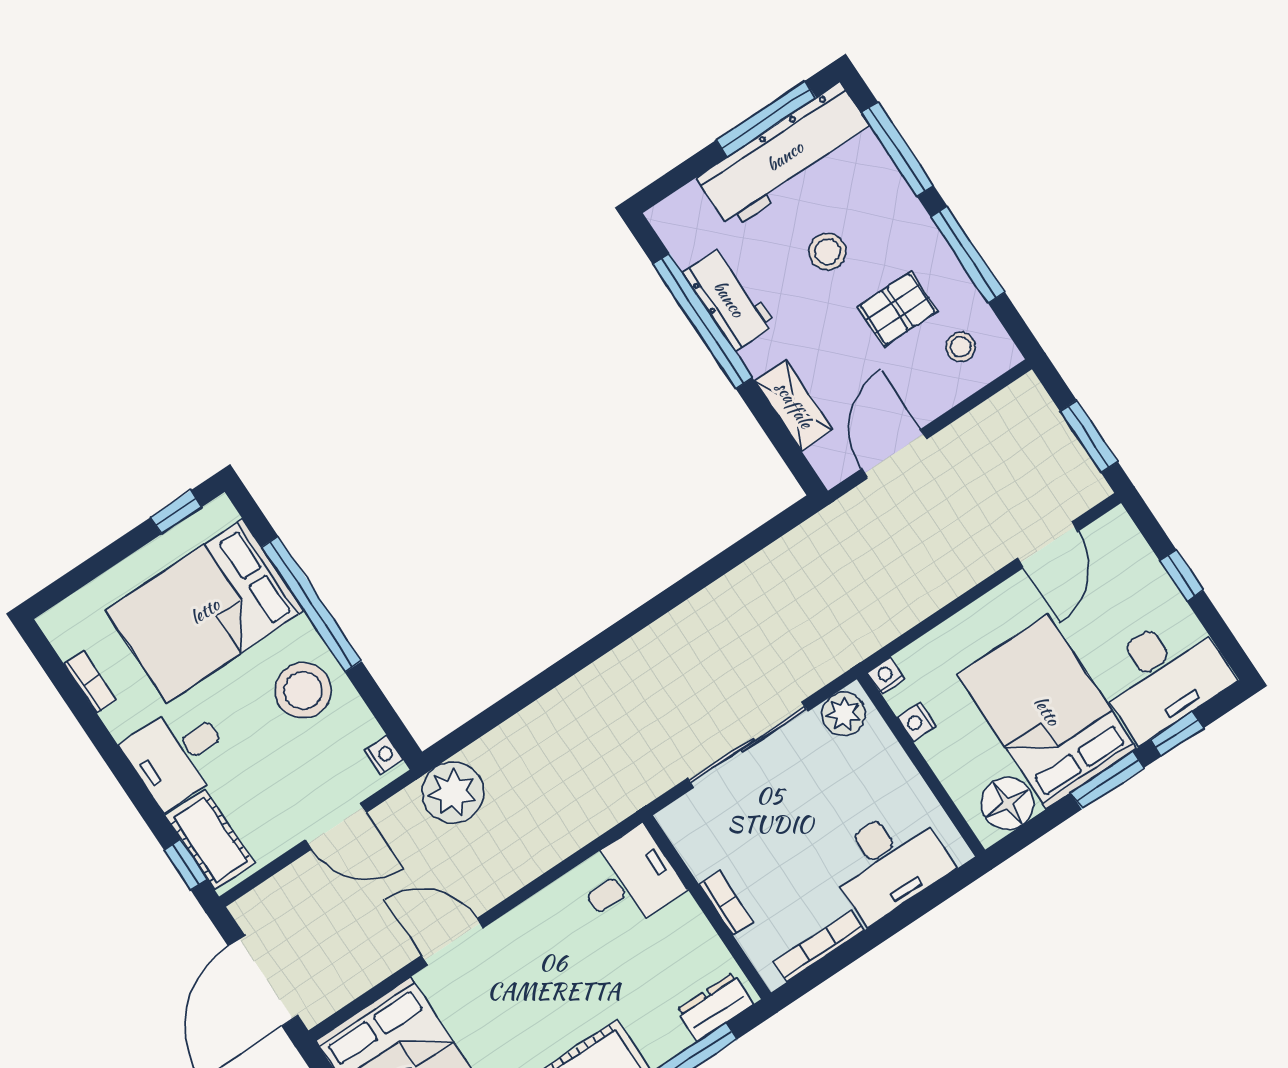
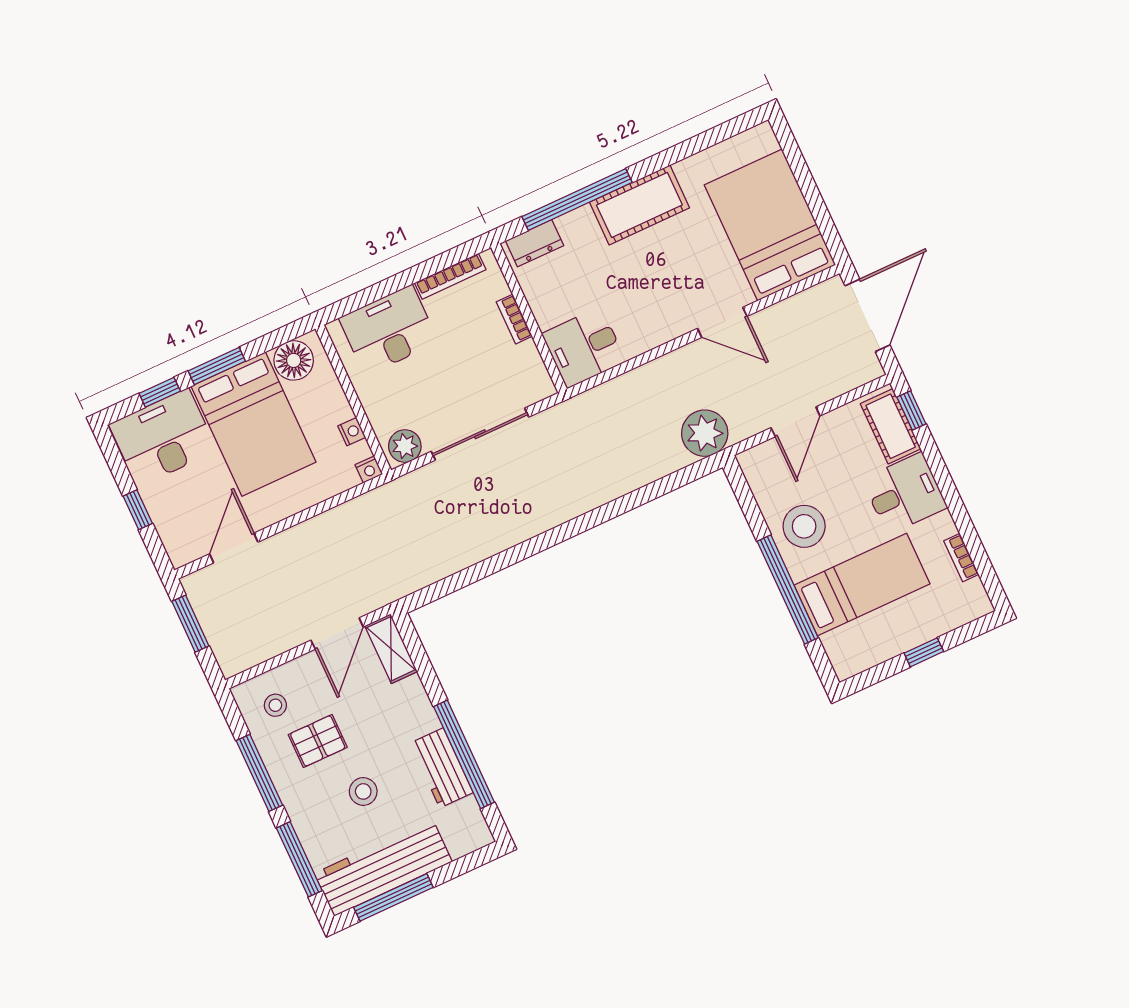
shelving: (794, 405) -> (391, 649), moved
window: (176, 512) -> (924, 652), moved
bed: (205, 611) -> (862, 584), width x0.67
nightstand: (384, 755) -> (752, 469), removed
door: (336, 826) -> (796, 422), swing flipped

